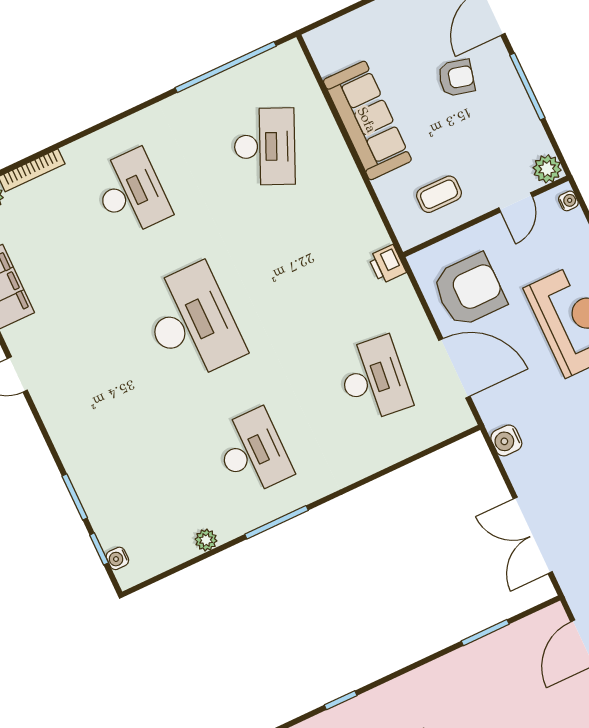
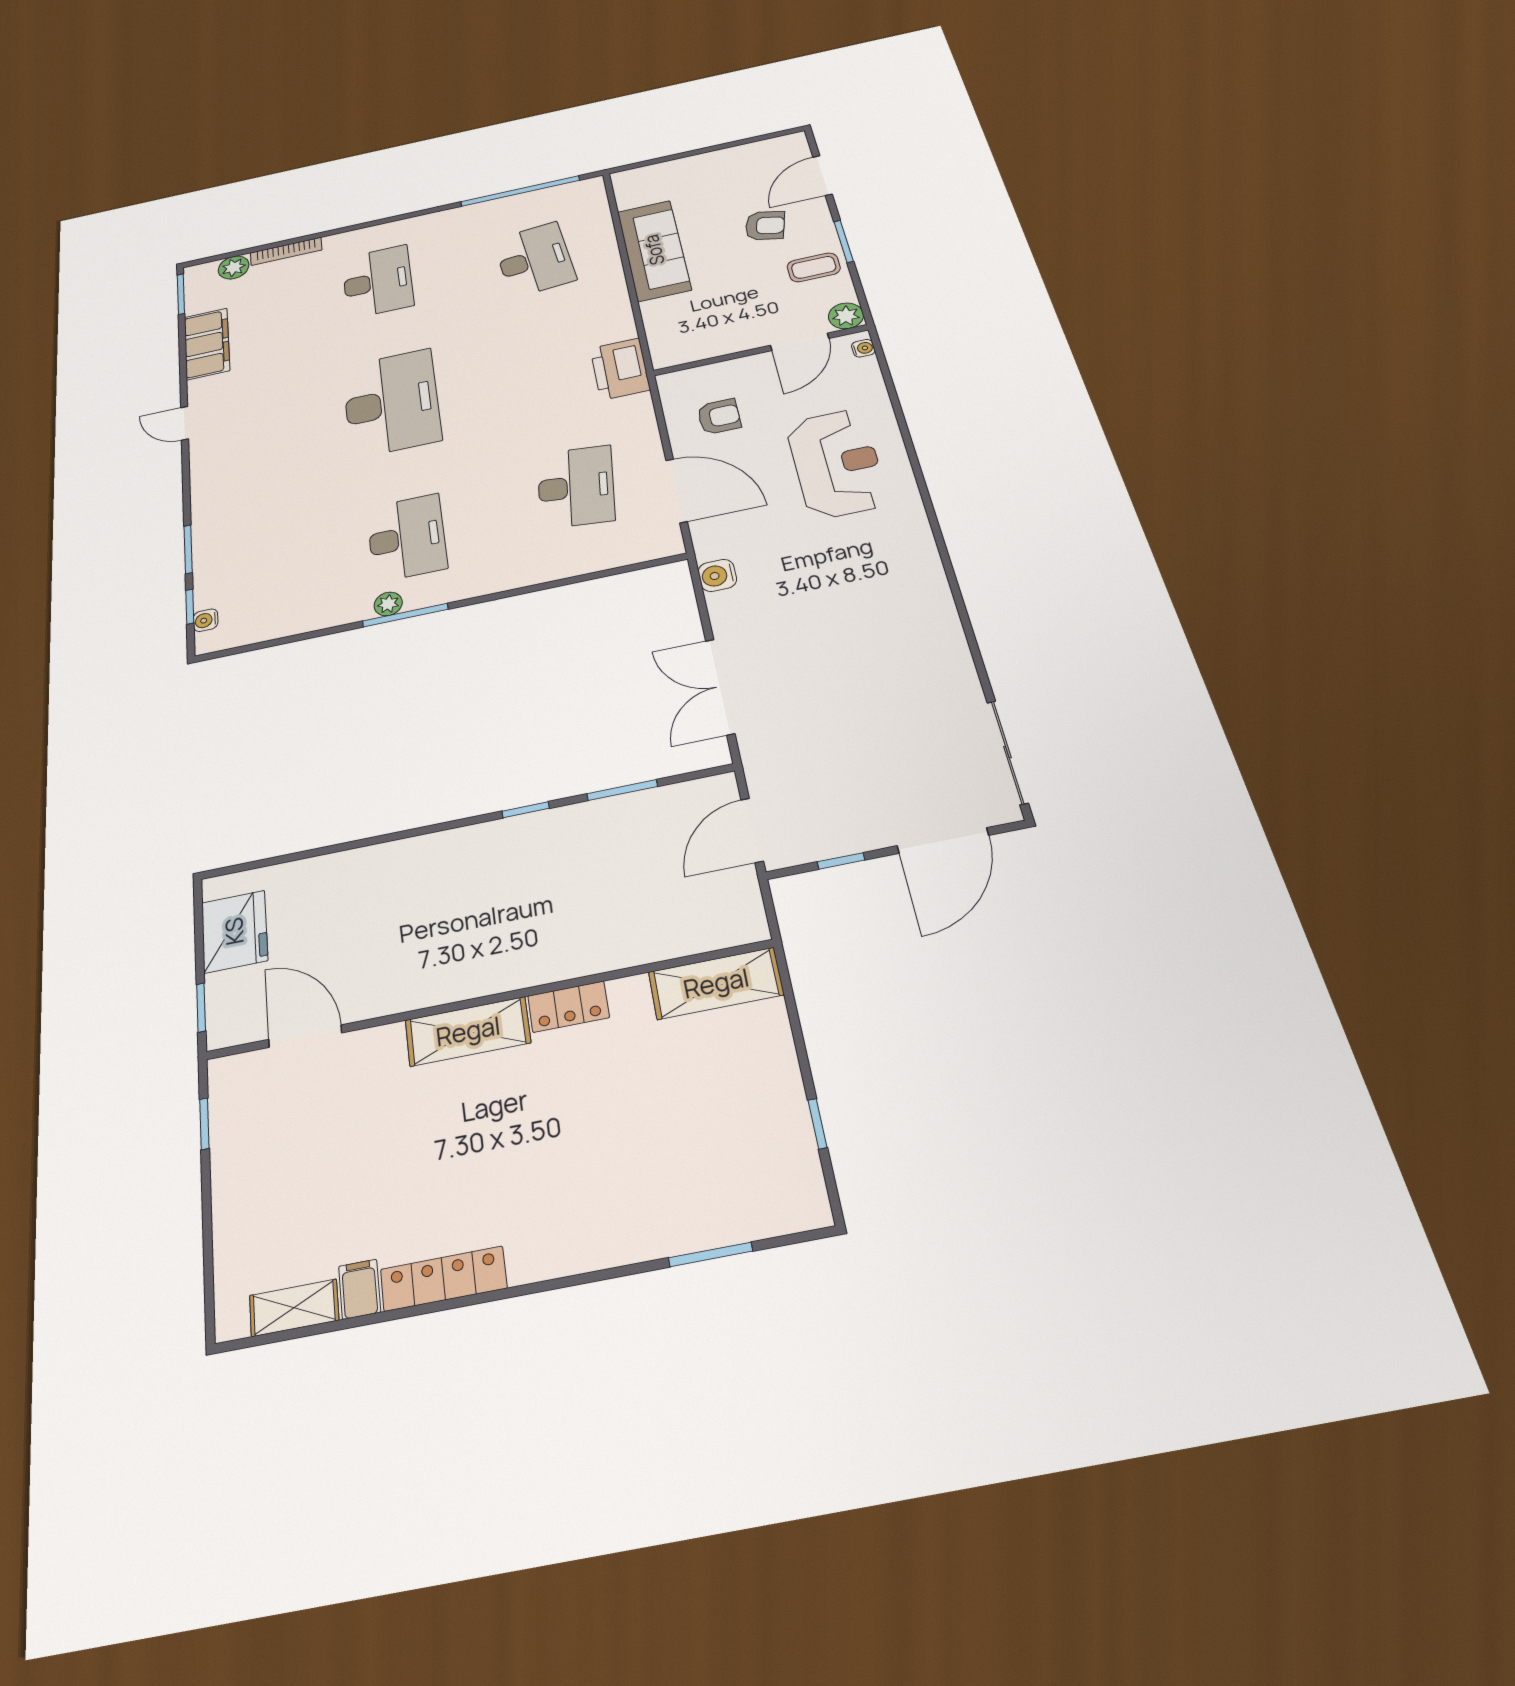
window: (527, 86) -> (844, 241), width x0.69
desk: (265, 147) -> (534, 260), turned -30
coffee table: (439, 194) -> (814, 267), moved
door: (516, 202) -> (800, 342), width x1.38
printer: (387, 264) -> (620, 369), width x1.87, depth x1.48
armchair: (469, 290) -> (719, 417), width x0.53, depth x0.53
plant: (206, 540) -> (388, 604), moved
window: (341, 700) -> (526, 810), moved

